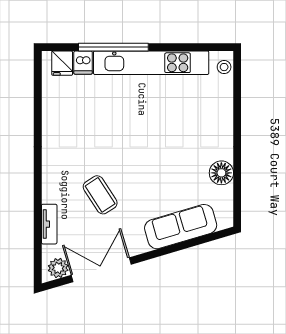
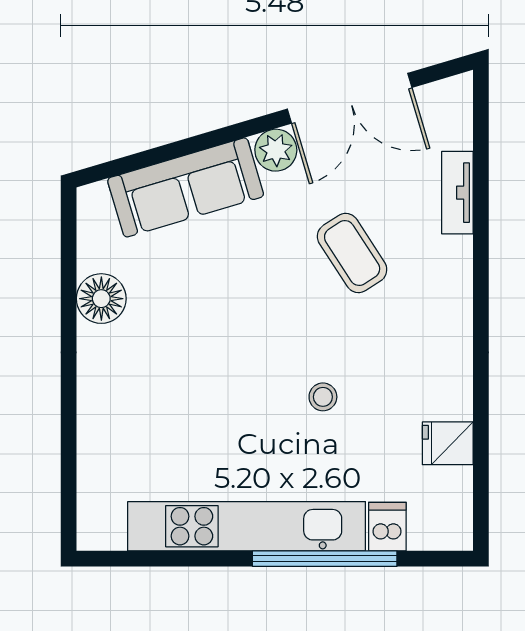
fridge: (62, 63) -> (448, 443), moved, turned -90
stool: (224, 67) -> (323, 397), moved
plant: (58, 268) -> (276, 150), moved

